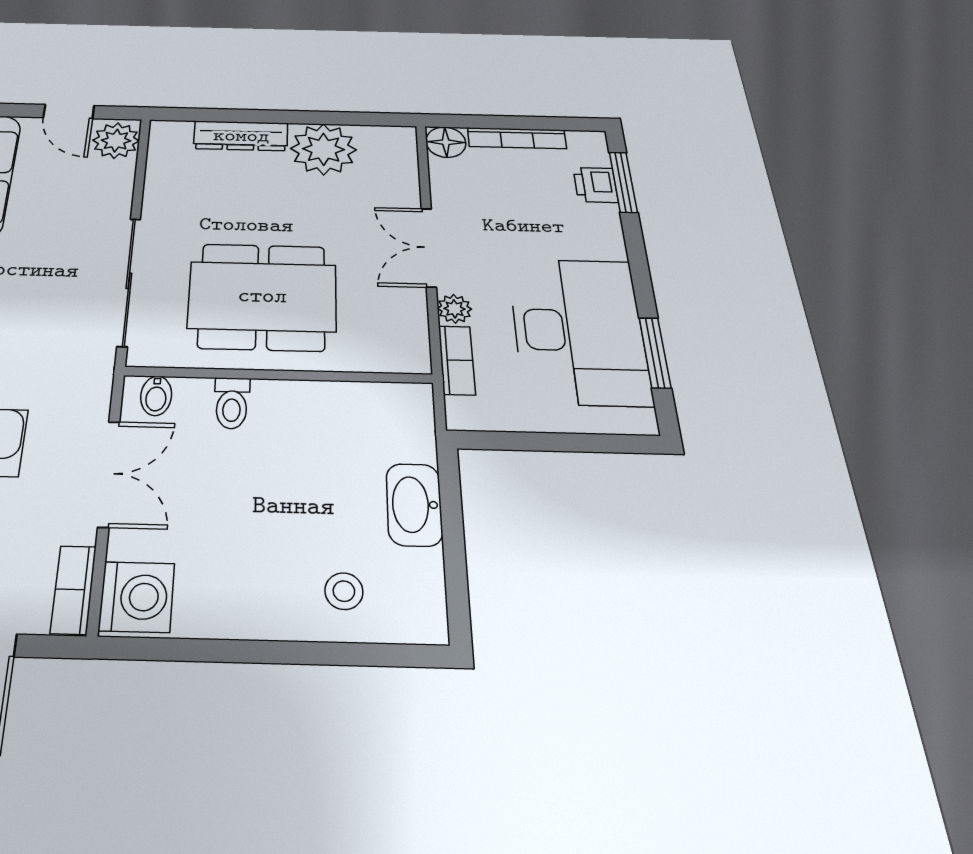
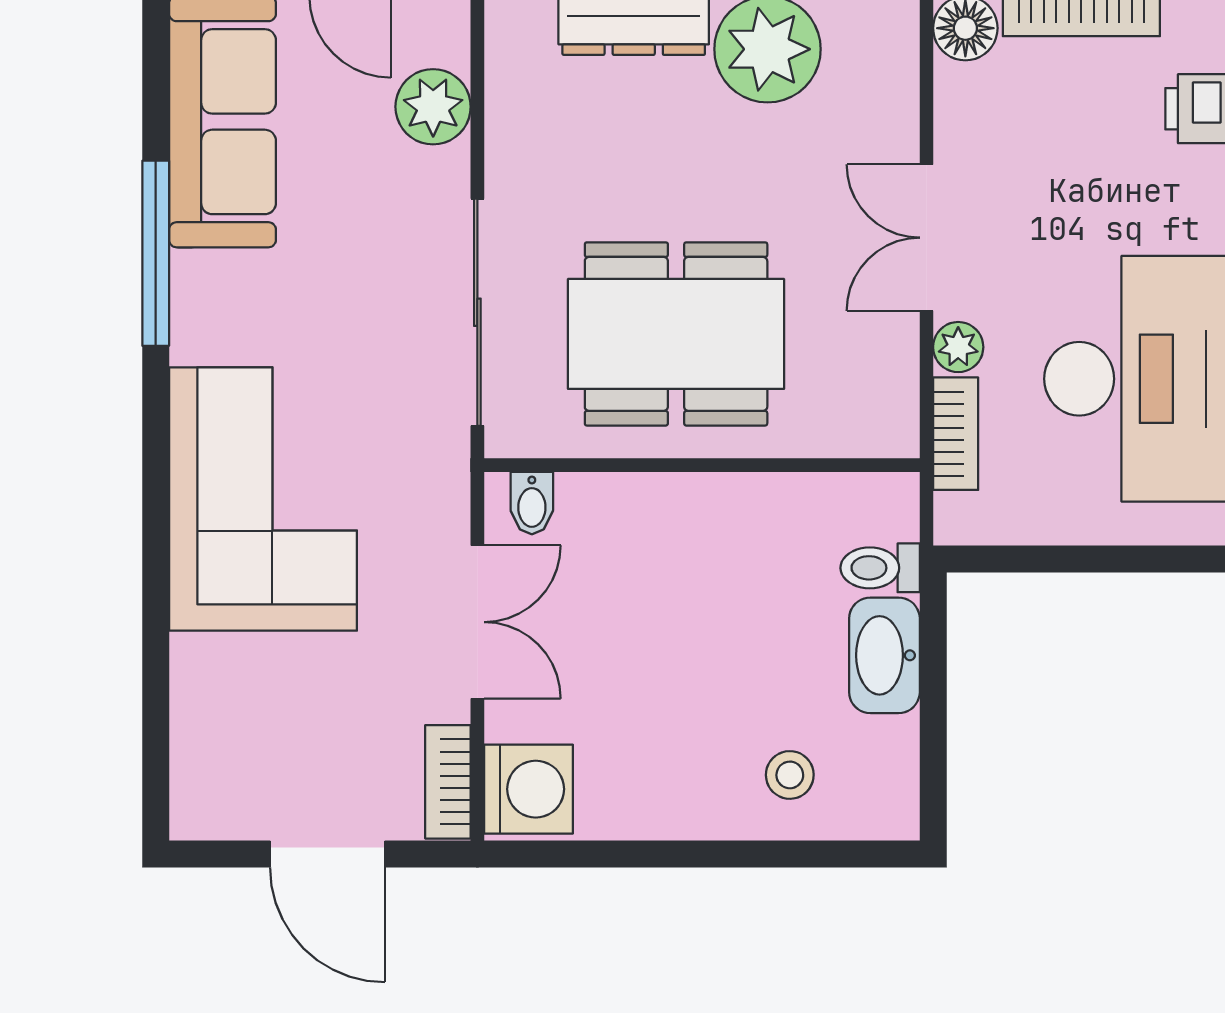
plant: (116, 141) -> (433, 107), moved
toilet: (232, 403) -> (880, 568), moved, turned 90

